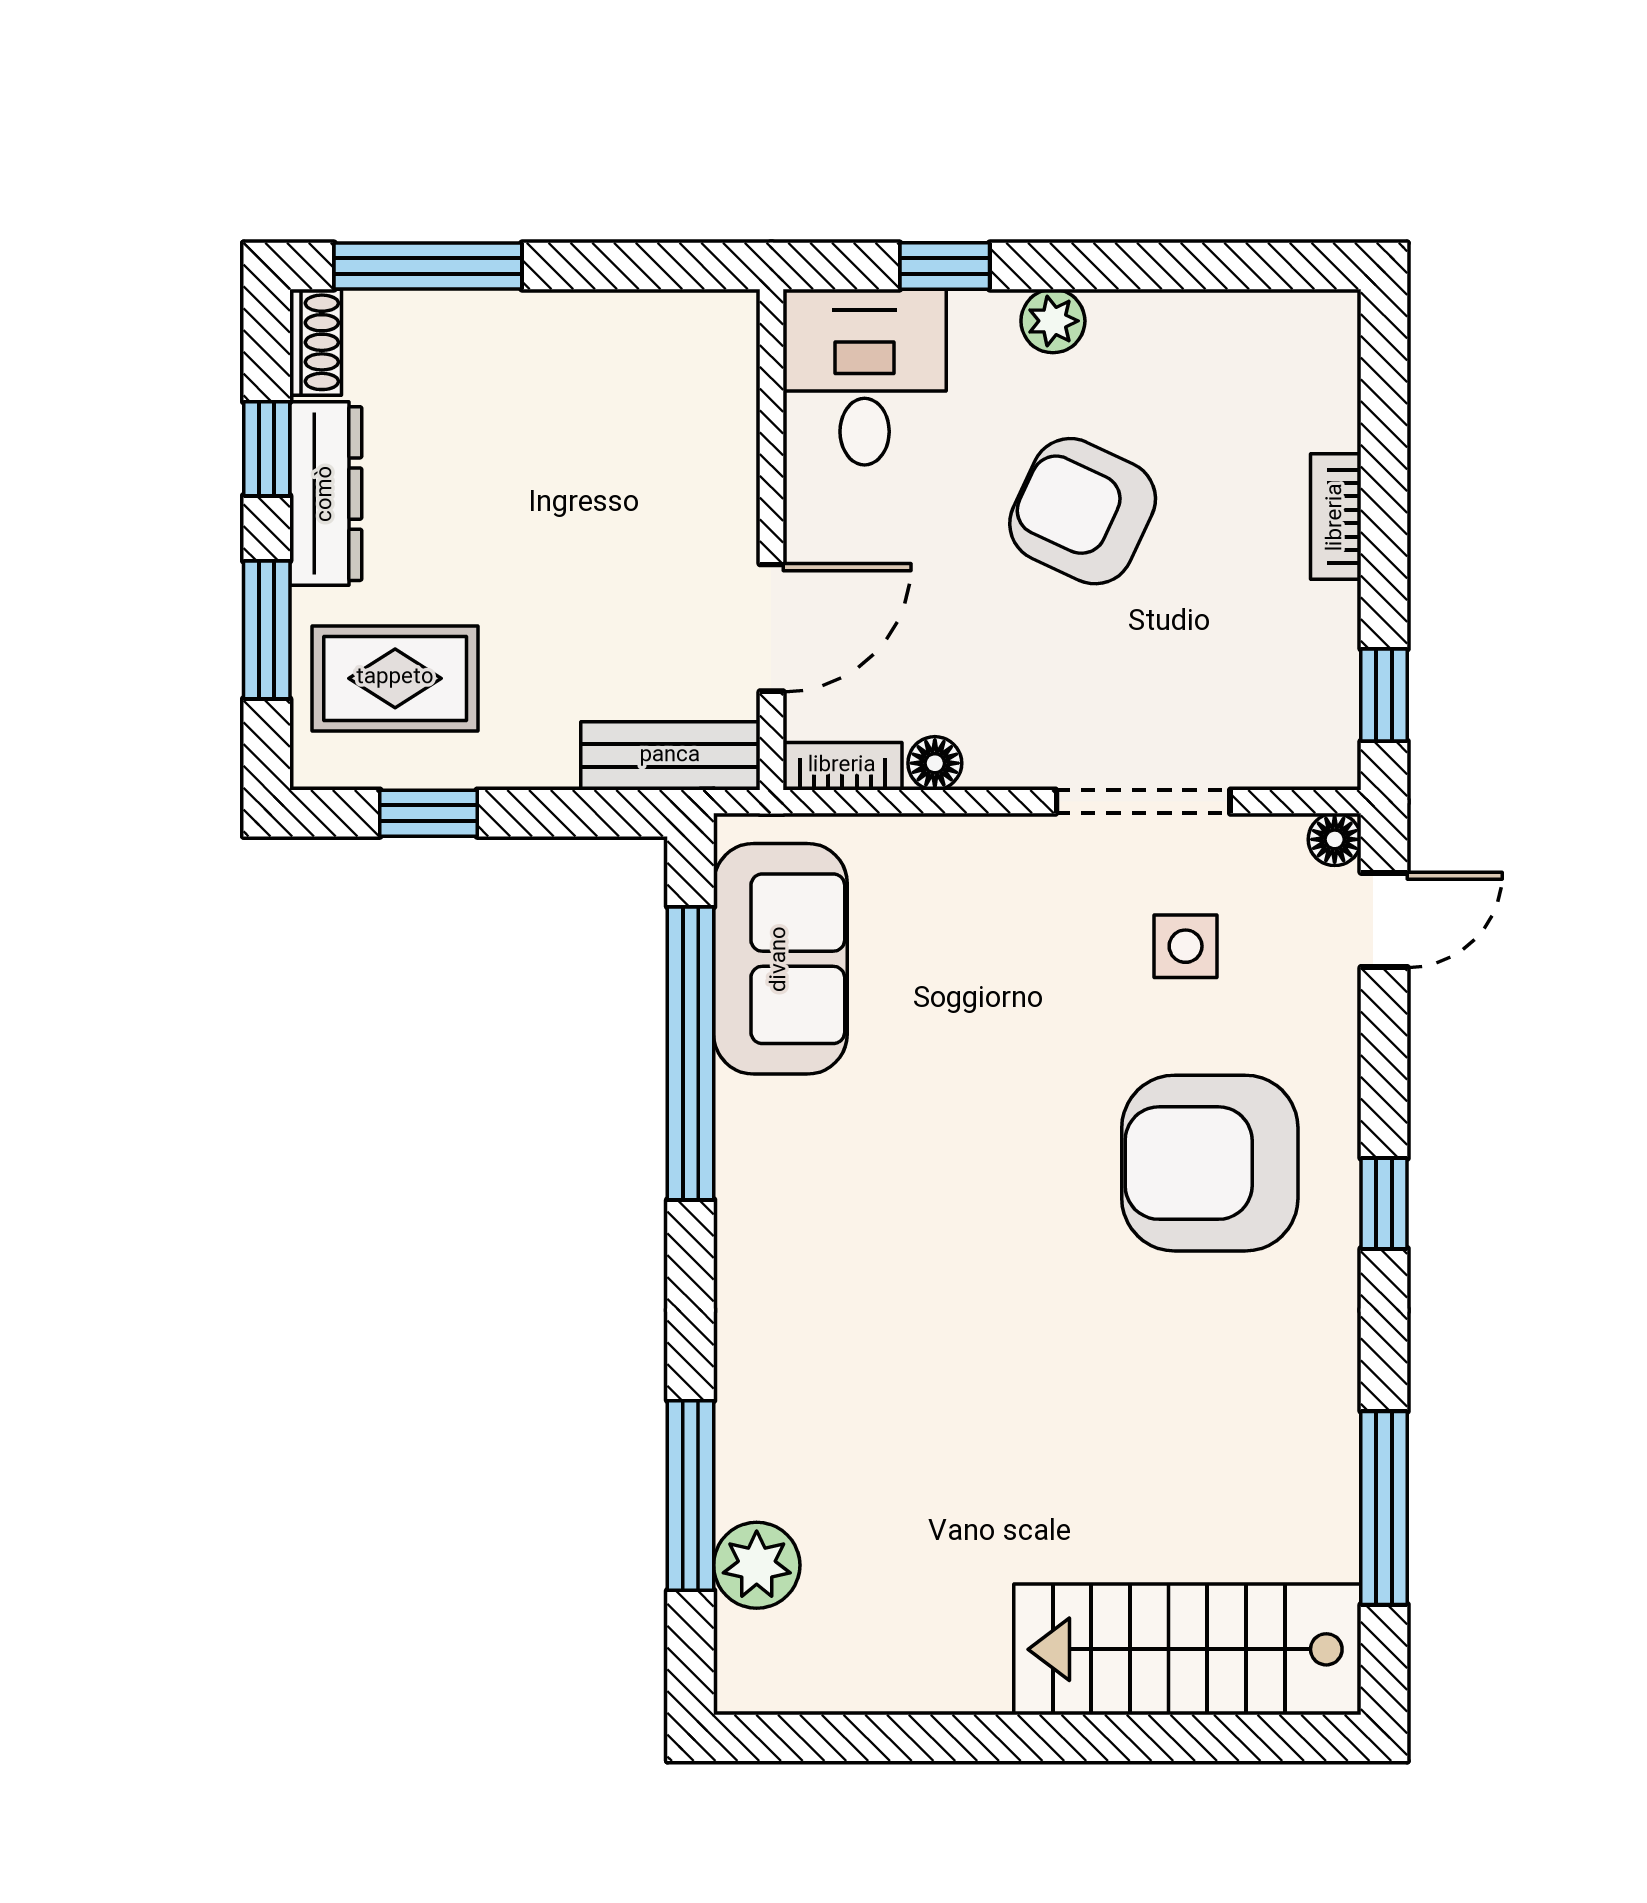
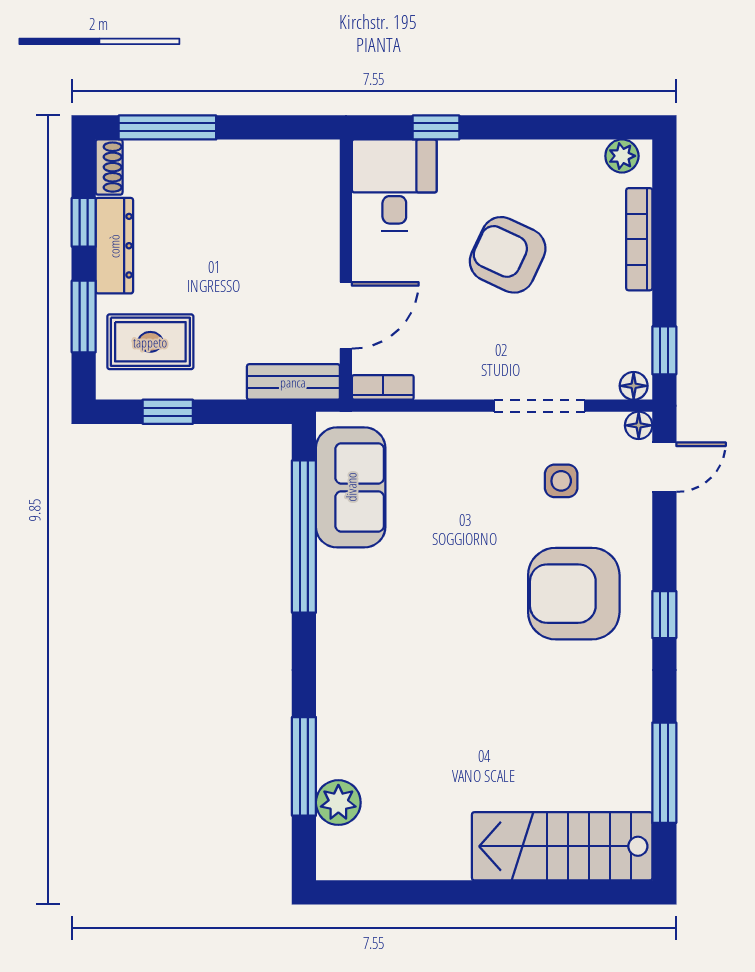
plant: (1053, 321) -> (622, 156), moved
bookcase: (1336, 517) -> (639, 239), width x1.56
floor lamp: (935, 763) -> (634, 386), moved

